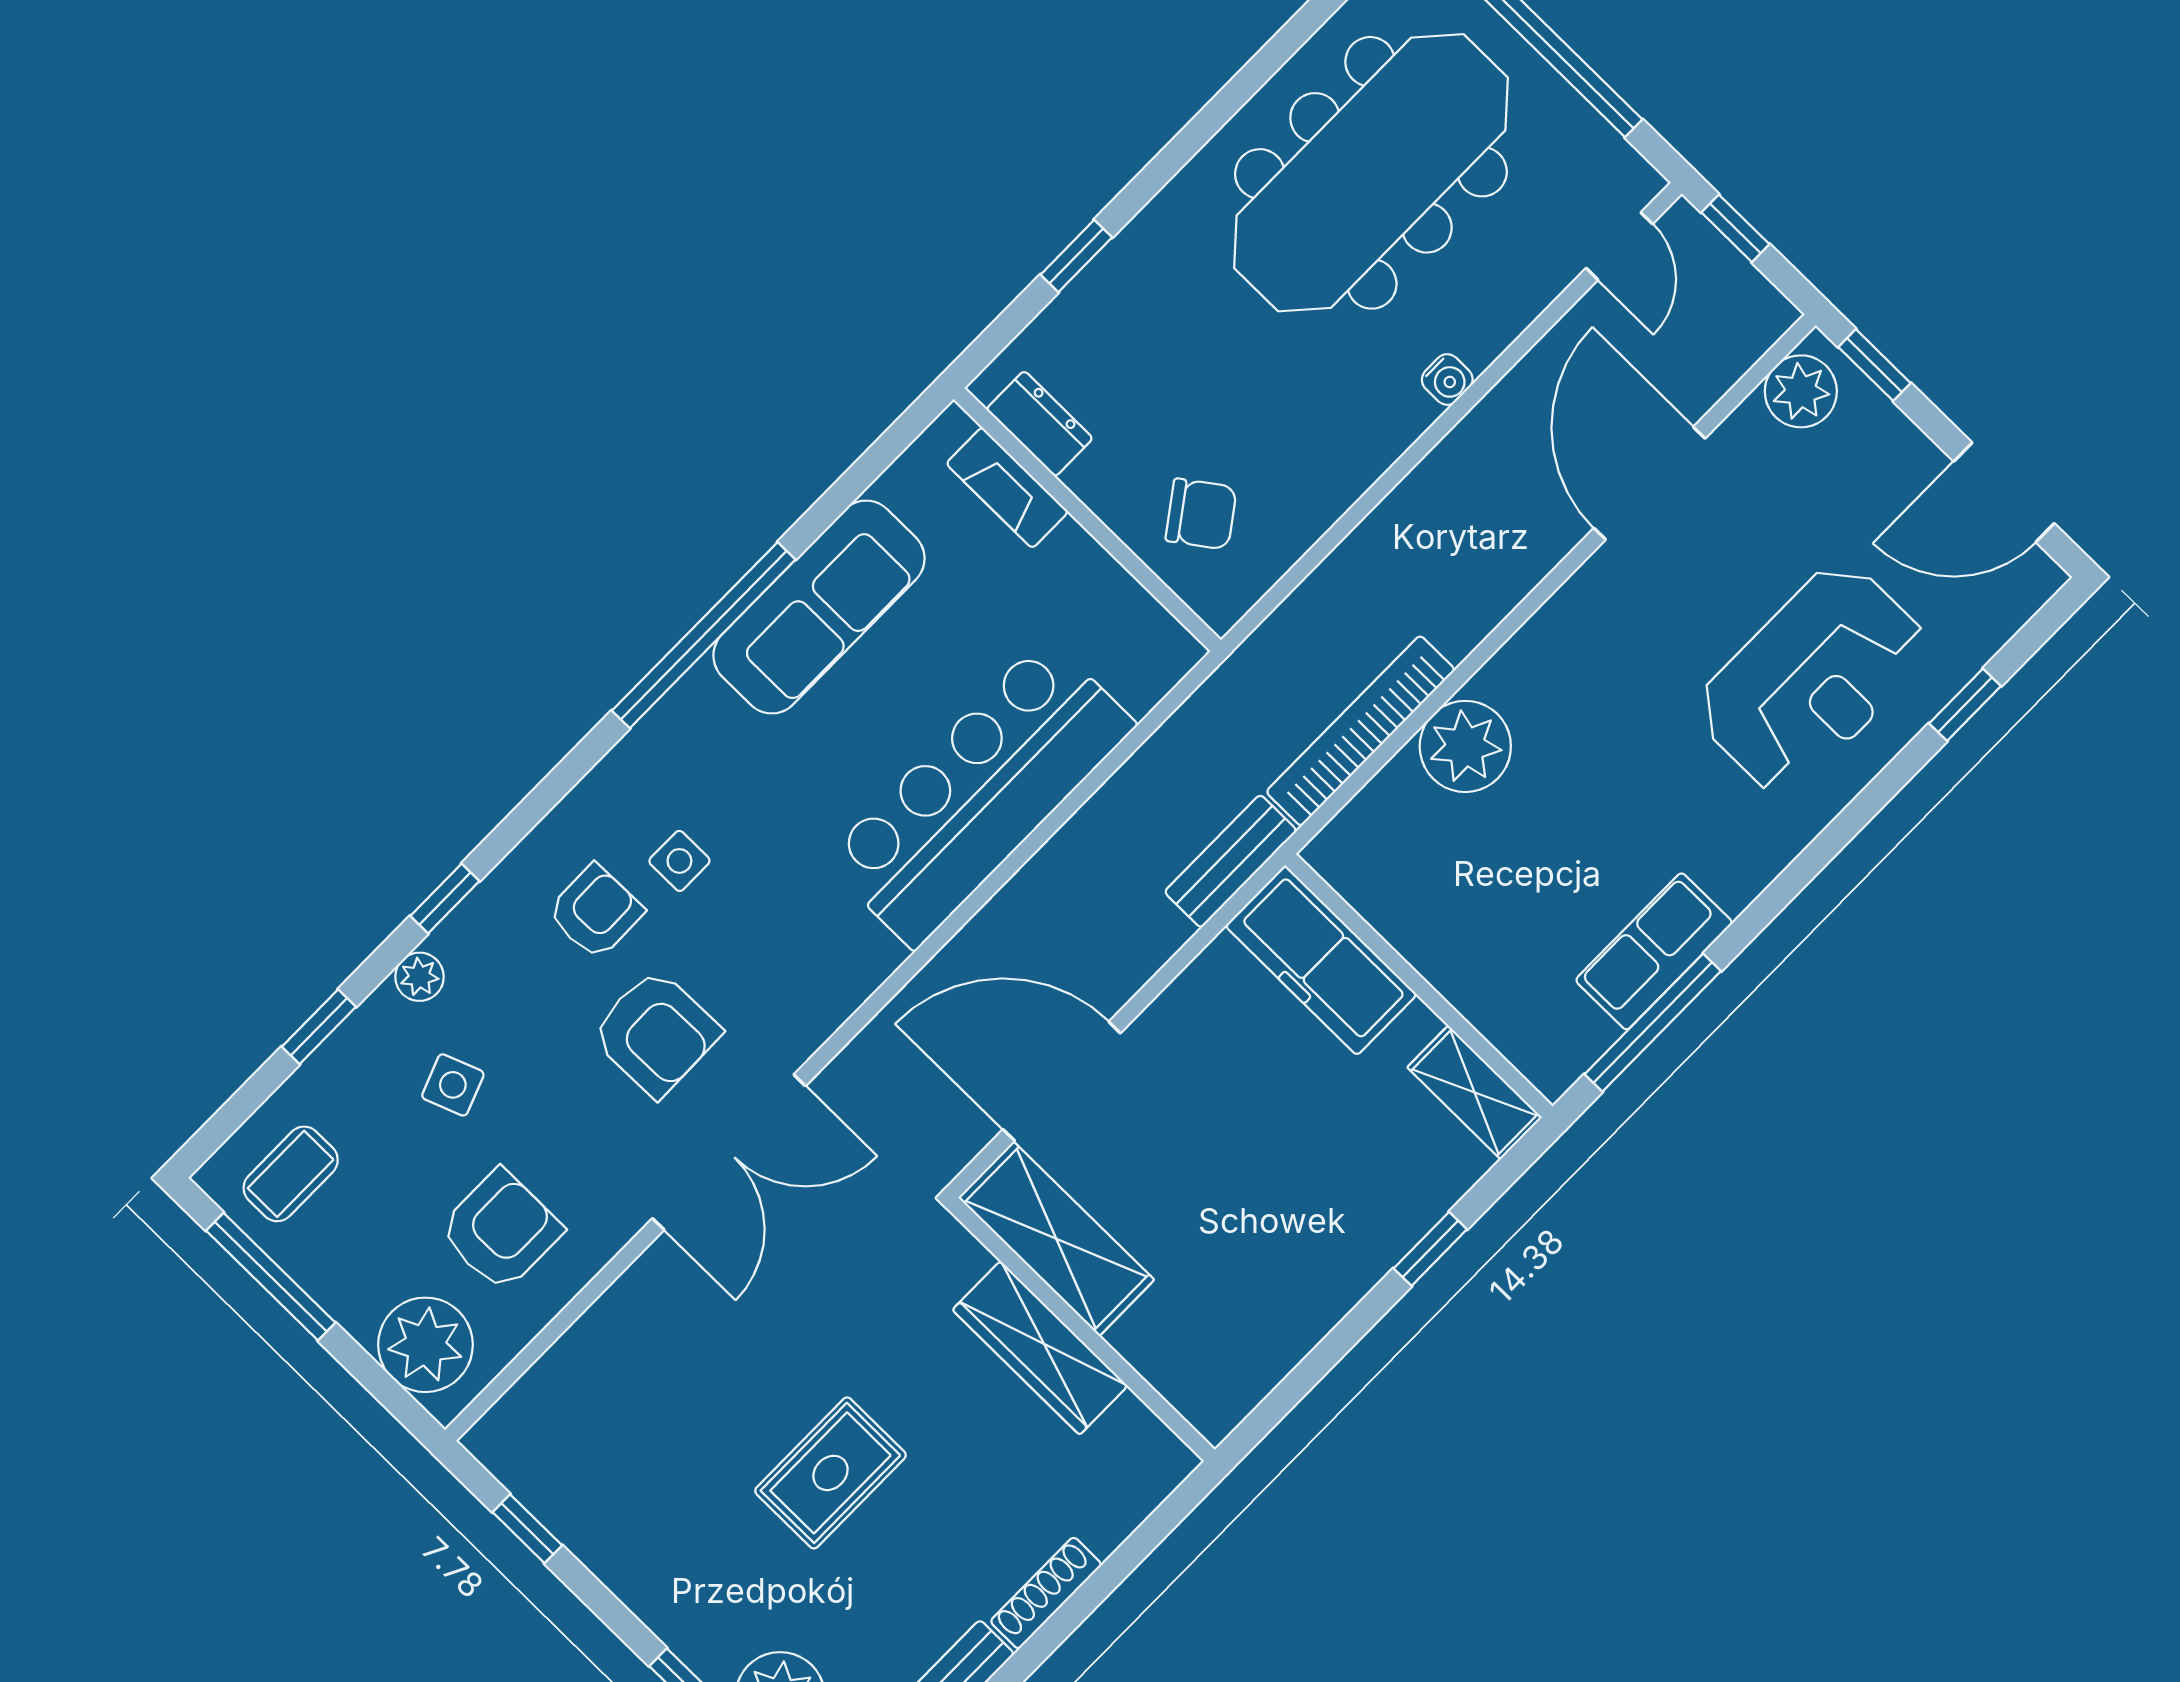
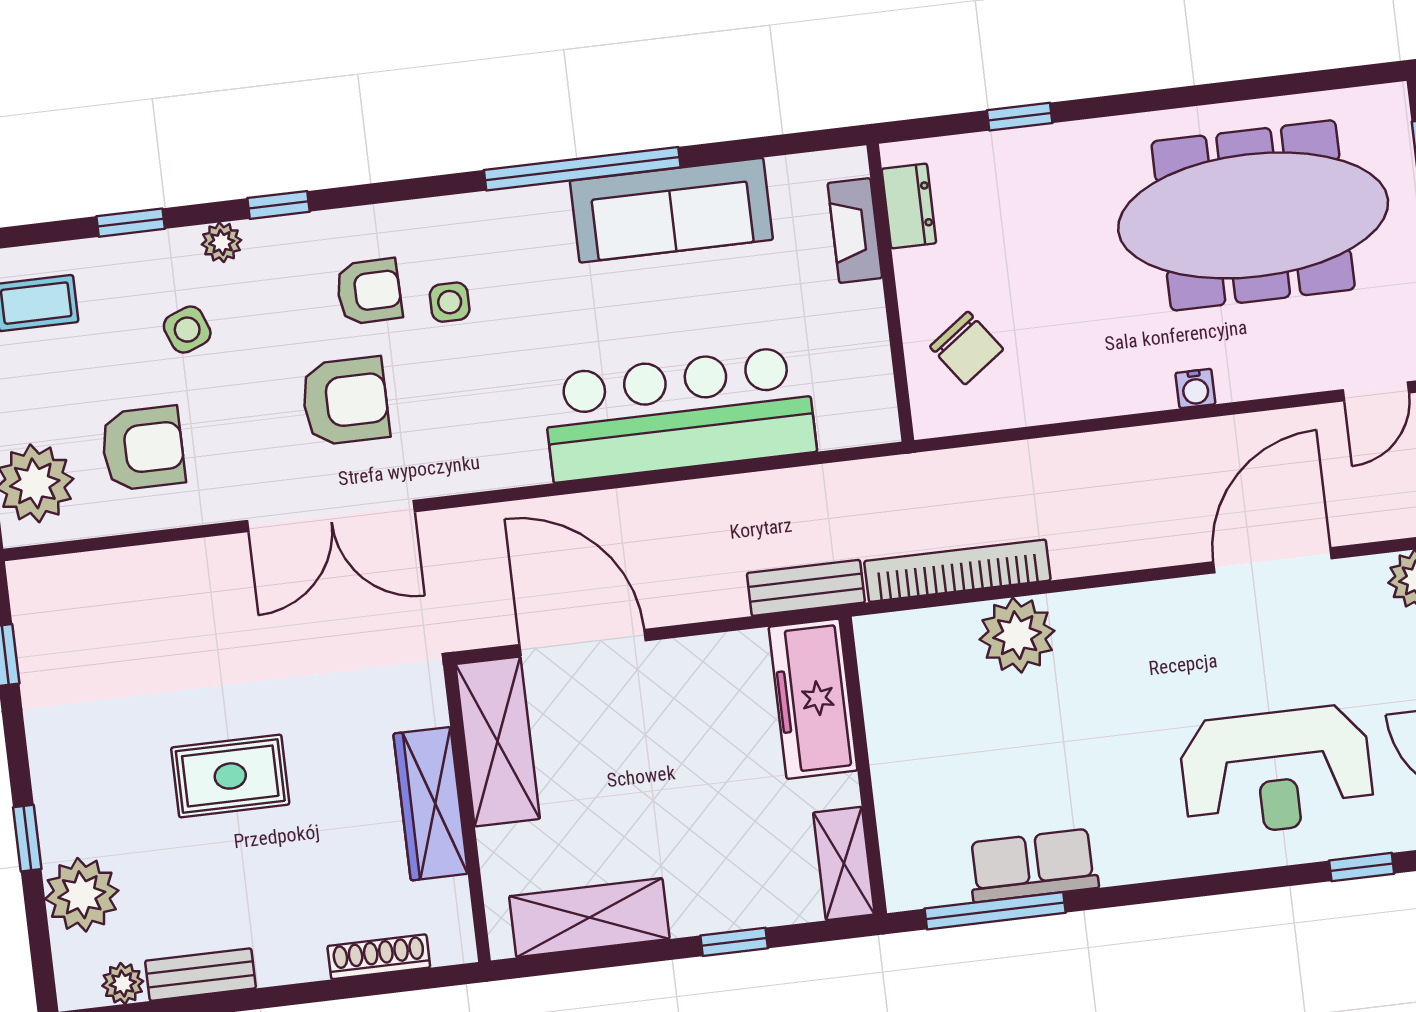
armchair: (656, 1033) -> (345, 401), turned -89
shelving: (1276, 1335) -> (589, 918), added
shoe rack: (1046, 1593) -> (379, 957), moved

